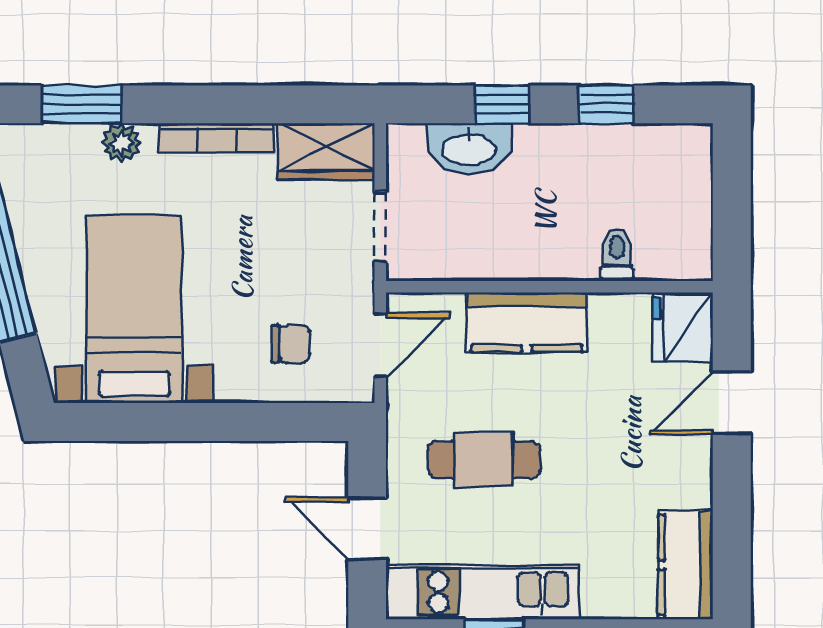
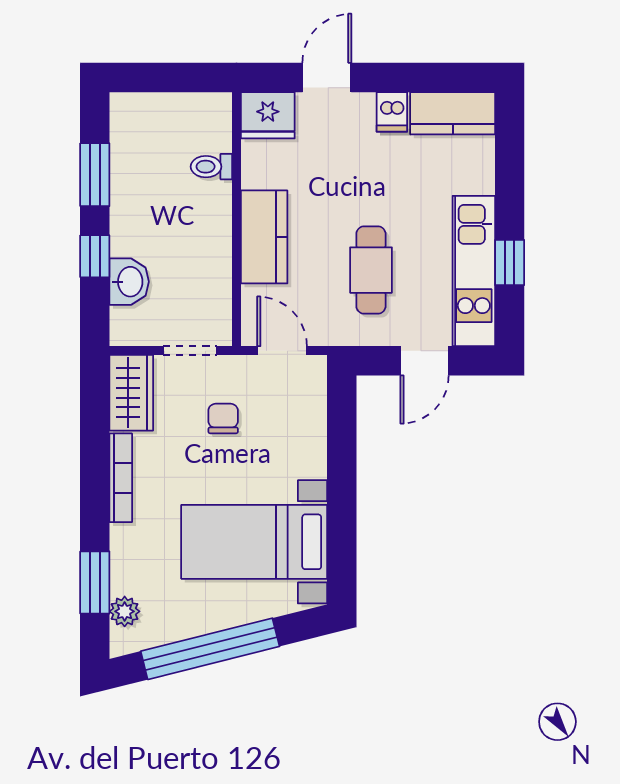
window: (607, 104) -> (95, 175), width x1.50
plant: (121, 143) -> (125, 611), moved
washbasin: (469, 148) -> (129, 282), width x0.72
chair: (291, 344) -> (223, 419), moved
door: (732, 403) -> (327, 77), swing flipped
dishwasher: (688, 487) -> (392, 112), added

